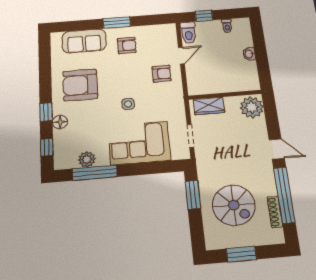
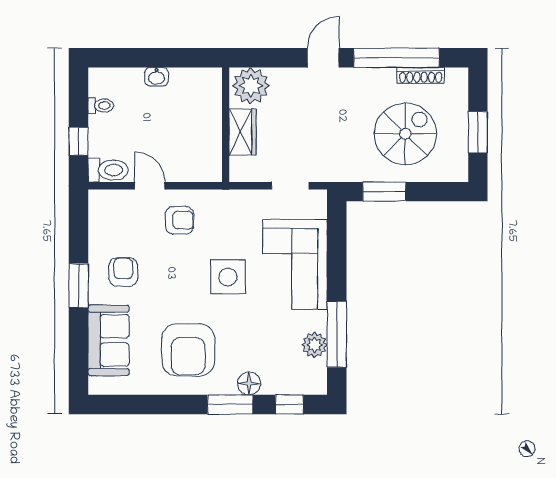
armchair: (162, 74) -> (180, 220), turned 90
side table: (128, 104) -> (228, 277), width x1.87, depth x1.87
wardrobe: (209, 106) -> (243, 132), moved
window: (46, 112) -> (230, 404), width x1.50

